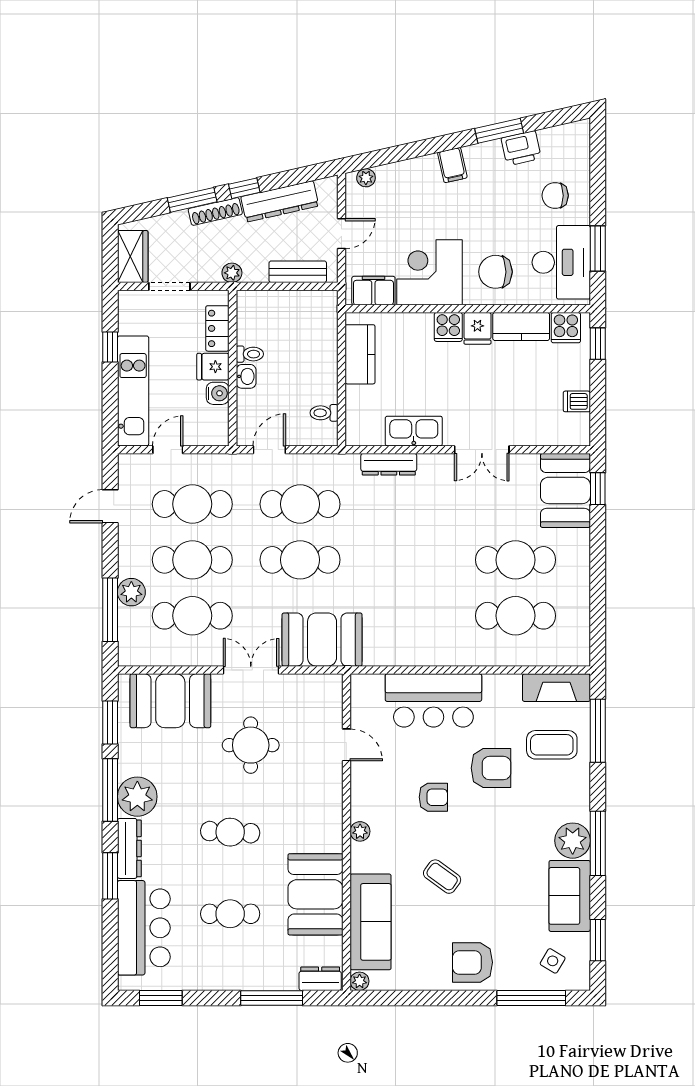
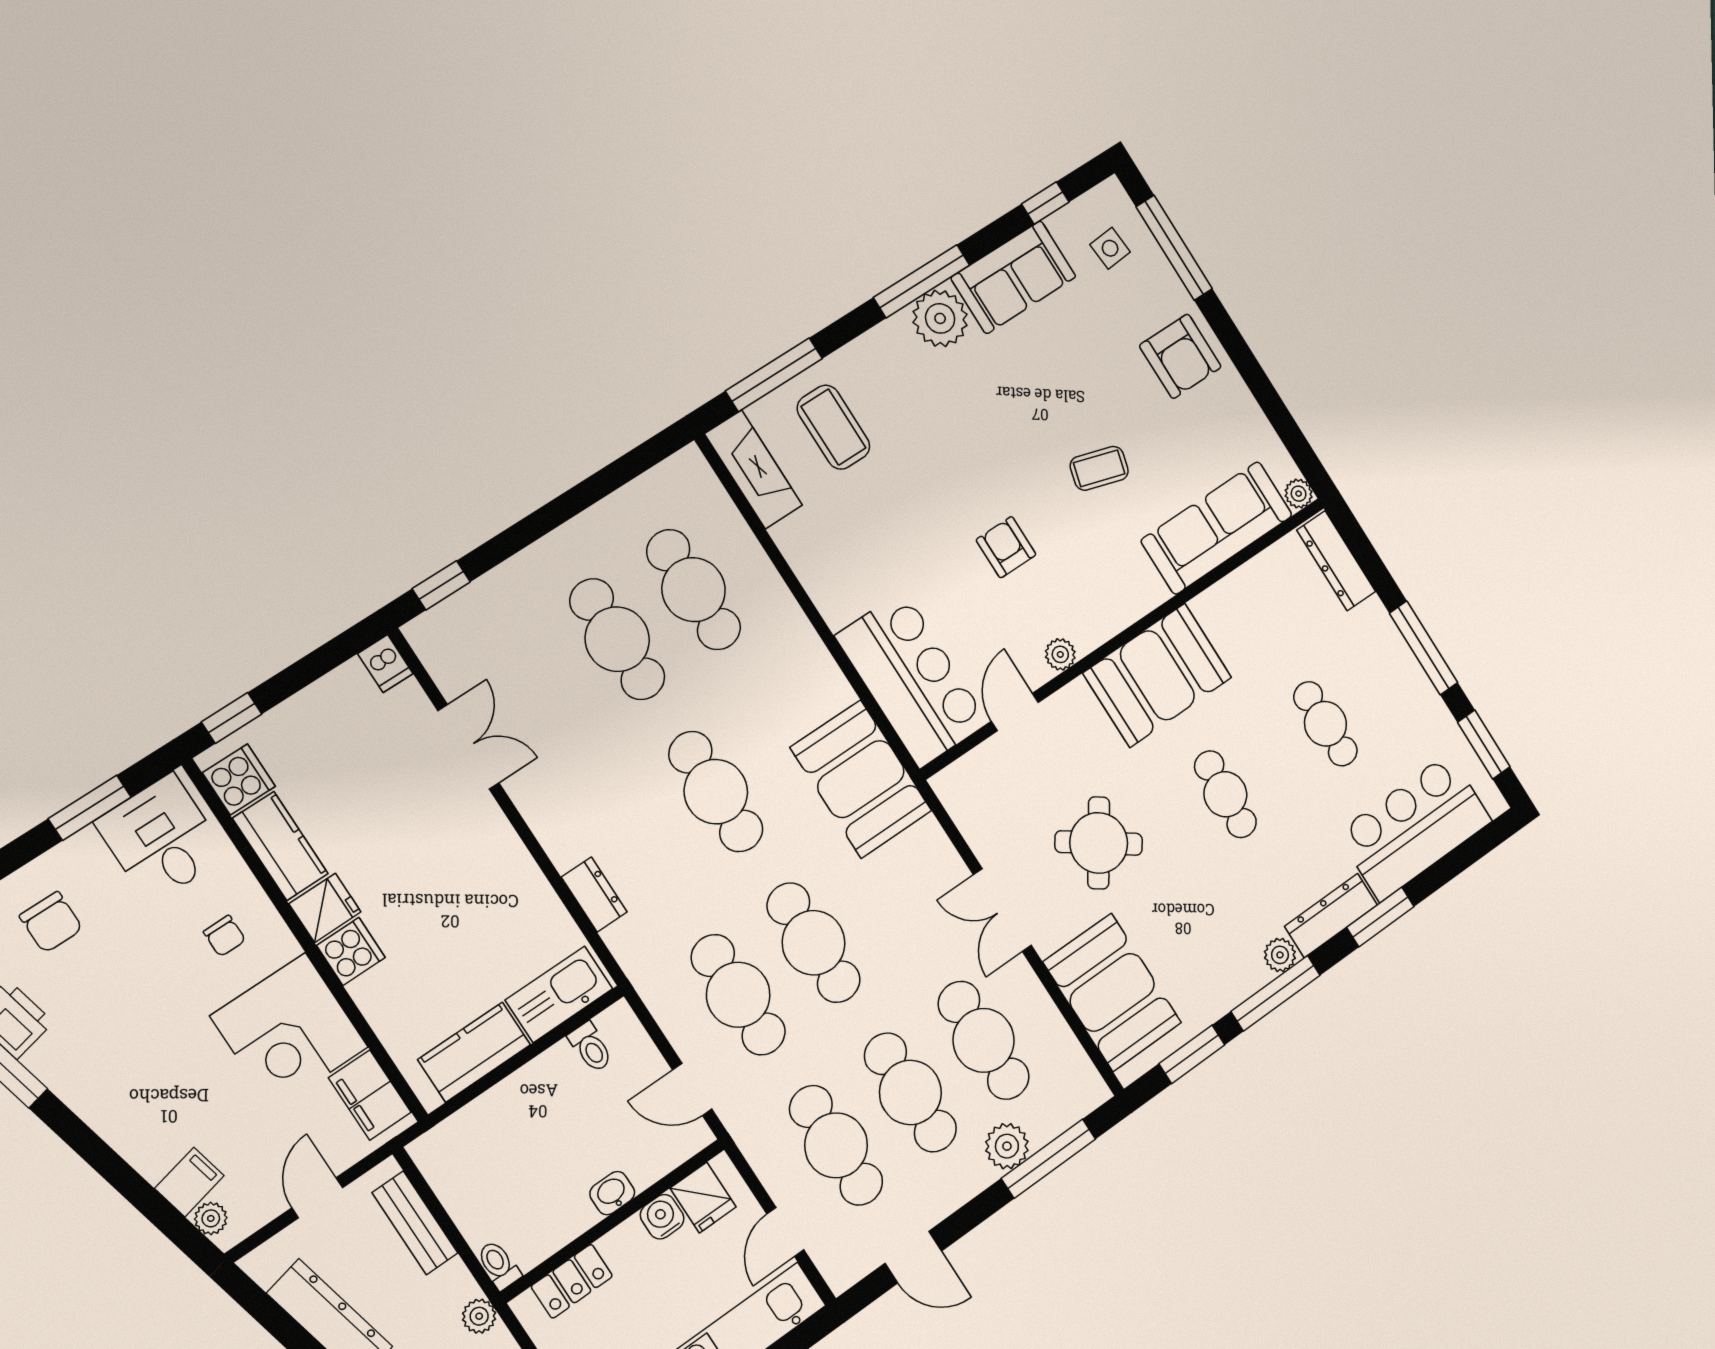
filing cabinet: (452, 165) -> (189, 1182), moved
door: (342, 234) -> (317, 1198), hinge flipped
desk: (561, 262) -> (161, 839), width x0.73
chair: (495, 272) -> (224, 936), width x0.54, depth x0.54
toilet: (250, 354) -> (499, 1265), moved
fridge: (213, 367) -> (703, 1198), moved
dishwasher: (577, 401) -> (385, 664), moved
kitchen sink: (414, 431) -> (559, 994), moved, turned 90
door: (168, 450) -> (785, 1232), hinge flipped
double door: (482, 450) -> (468, 747), moved
dresser: (389, 464) -> (594, 895), width x0.70
booth: (565, 490) -> (474, 630), removed
cafe table: (408, 560) -> (716, 792), added
booth: (322, 640) -> (861, 779), moved
bar counter: (433, 700) -> (912, 679), moved
round table: (251, 745) -> (1099, 843), turned 35
armchair: (491, 768) -> (918, 492), removed
plant: (137, 797) -> (1280, 955), width x0.53, depth x0.53
plant: (360, 831) -> (1060, 654), moved
coffee table: (442, 877) -> (1099, 468), turned 70
booth: (315, 894) -> (1157, 675), moved
window: (598, 940) -> (1045, 203), width x0.67
side table: (553, 961) -> (1110, 248), turned -36
dresser: (320, 979) -> (1336, 561), width x1.44
window: (272, 998) -> (1424, 648), moved

